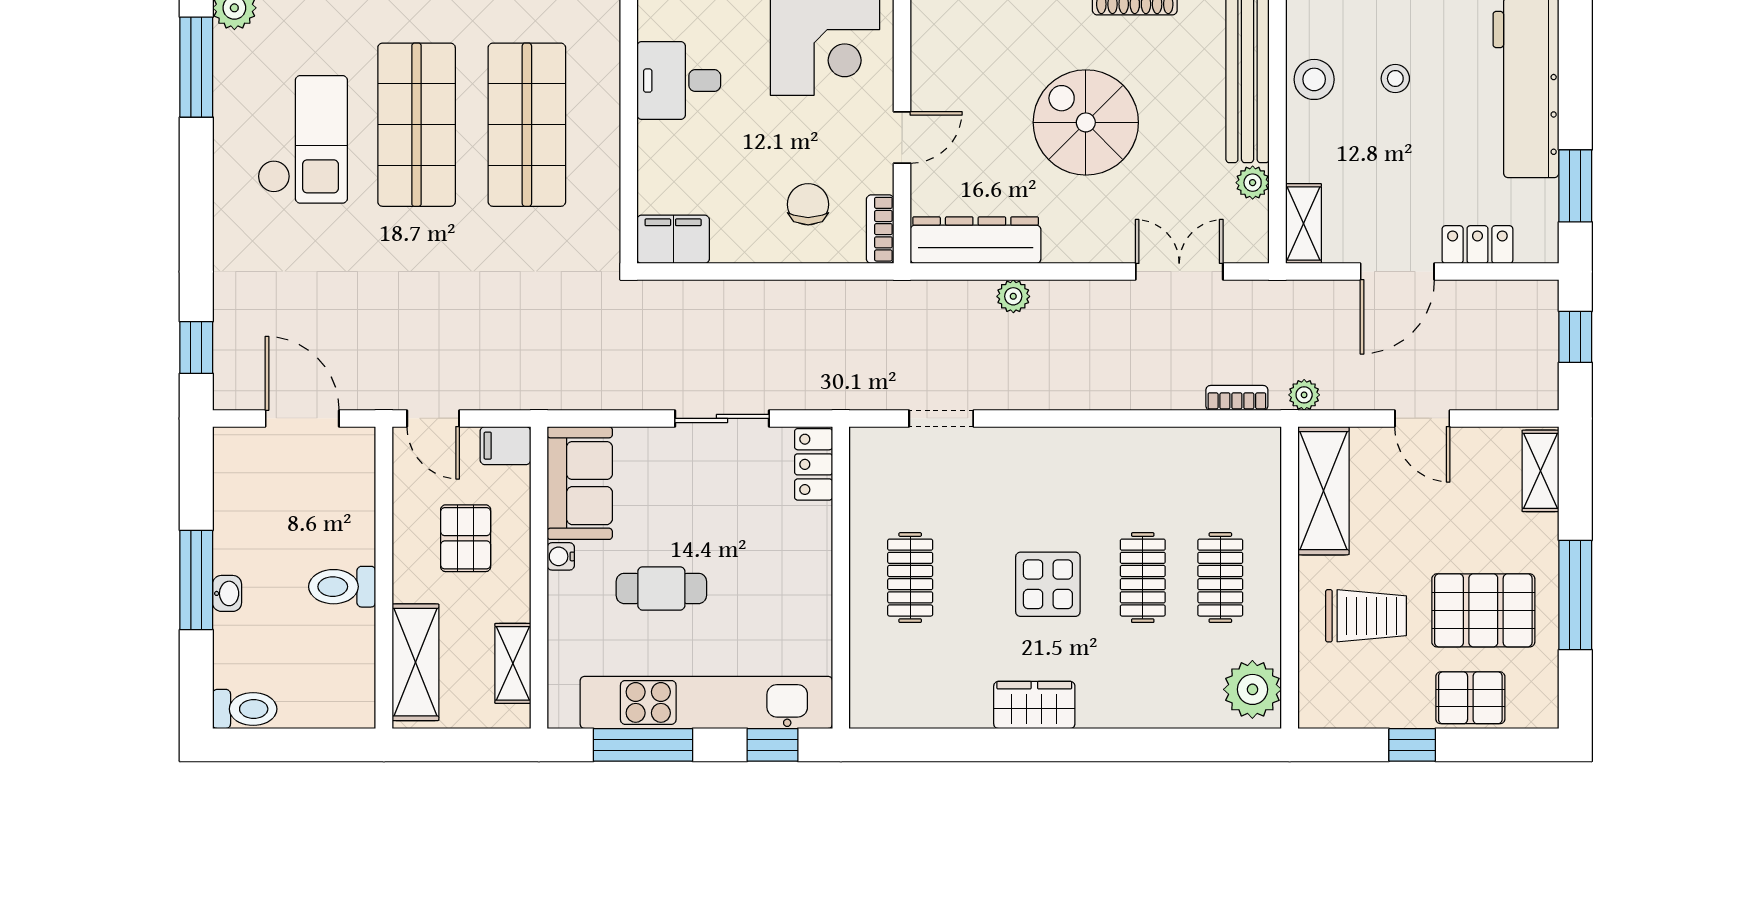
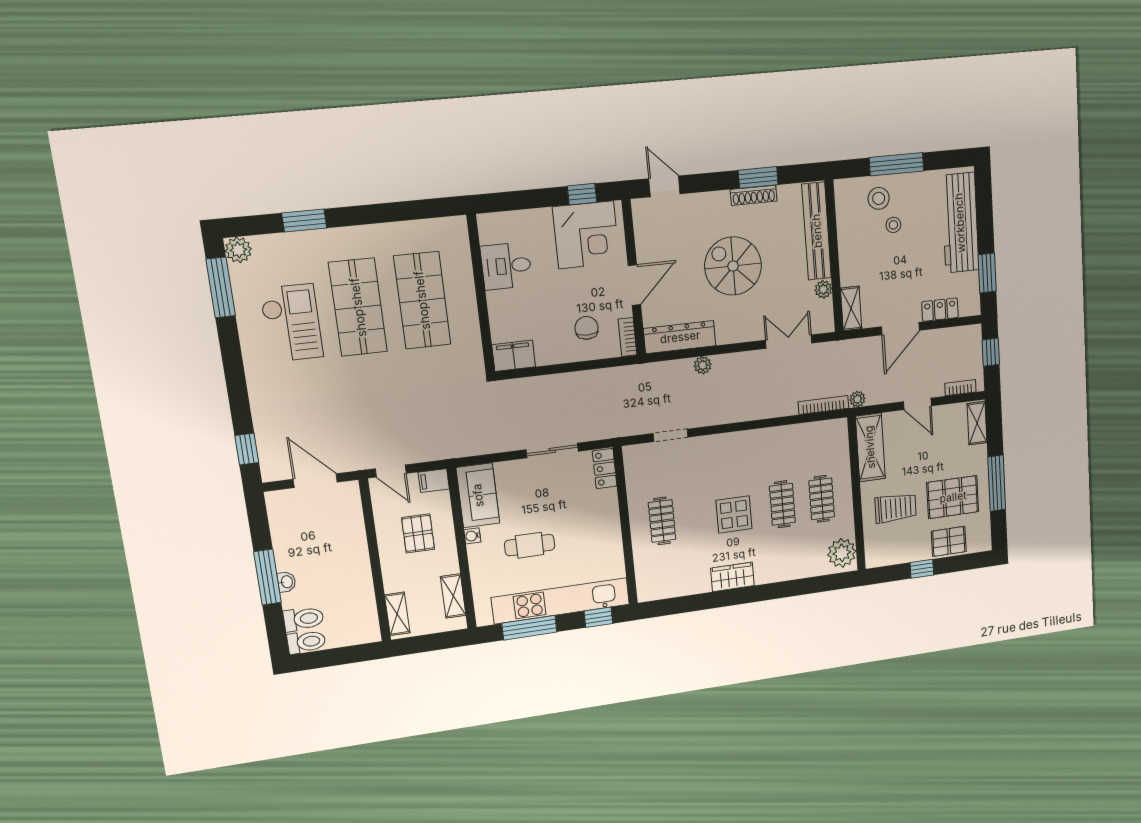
stool: (1314, 79) -> (879, 198), moved
door: (902, 137) -> (634, 285), width x1.38
bookcase: (1237, 398) -> (823, 405), width x1.56
bookcase: (1510, 398) -> (960, 388), added
toilet: (342, 587) -> (304, 619), moved, turned 180
shelving: (415, 662) -> (397, 614), width x0.67, depth x0.75

